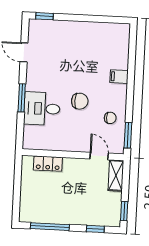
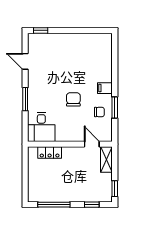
filing cabinet: (119, 77) -> (105, 88), moved
chair: (80, 101) -> (73, 99), turned -90
desk: (42, 109) -> (41, 127), moved, turned -90
window: (128, 135) -> (115, 107), moved

